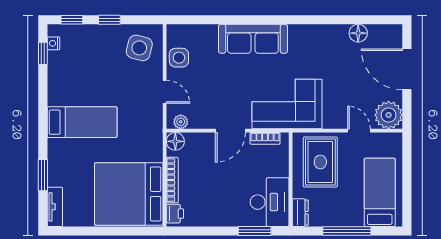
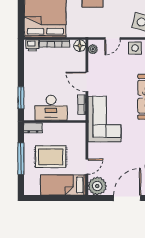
rug: (320, 162) -> (51, 157), moved
bed: (380, 192) -> (63, 185), moved, turned 180
desk: (270, 202) -> (51, 108), moved

